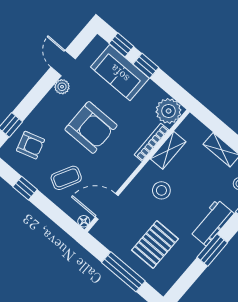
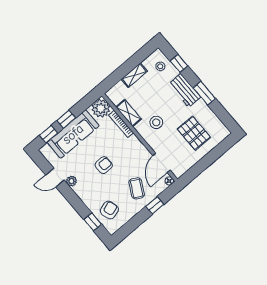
sofa: (120, 73) -> (73, 134), width x1.36
armchair: (91, 127) -> (104, 165), width x0.53, depth x0.53
window: (25, 188) -> (155, 205), moved
window: (123, 272) -> (210, 159), removed

